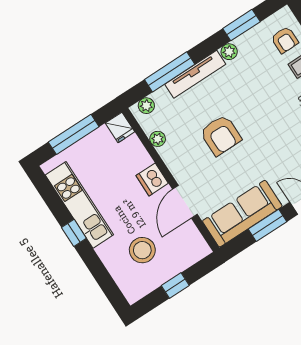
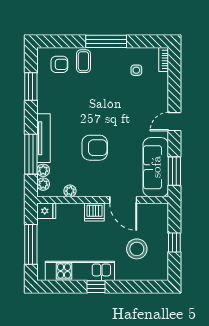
plant: (229, 52) -> (43, 170), moved
window: (268, 225) -> (174, 171), moved

